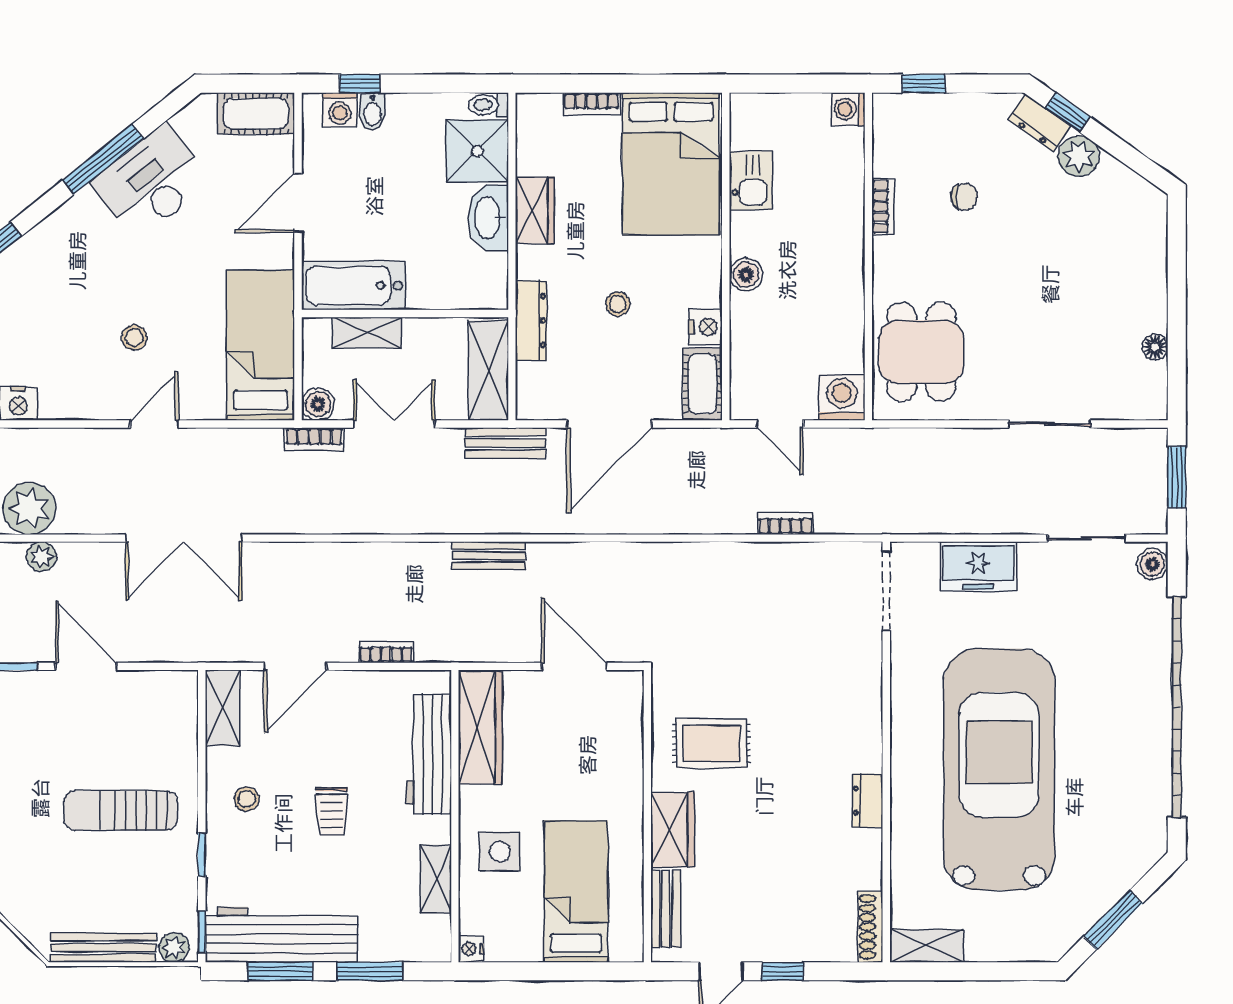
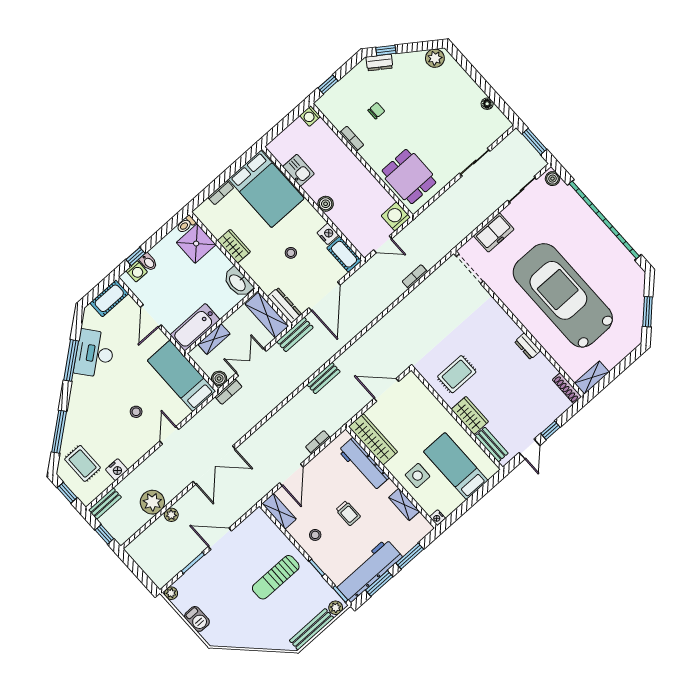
plant: (1079, 156) -> (435, 58), moved
washbasin: (488, 218) -> (238, 282), moved
dresser: (531, 321) -> (285, 305), moved

